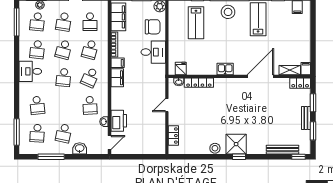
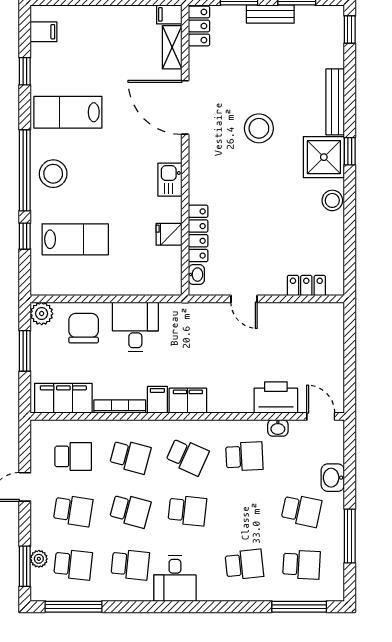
fridge: (181, 69) -> (169, 234), moved
stool: (250, 112) -> (259, 128), added
bench: (282, 150) -> (335, 102), moved

